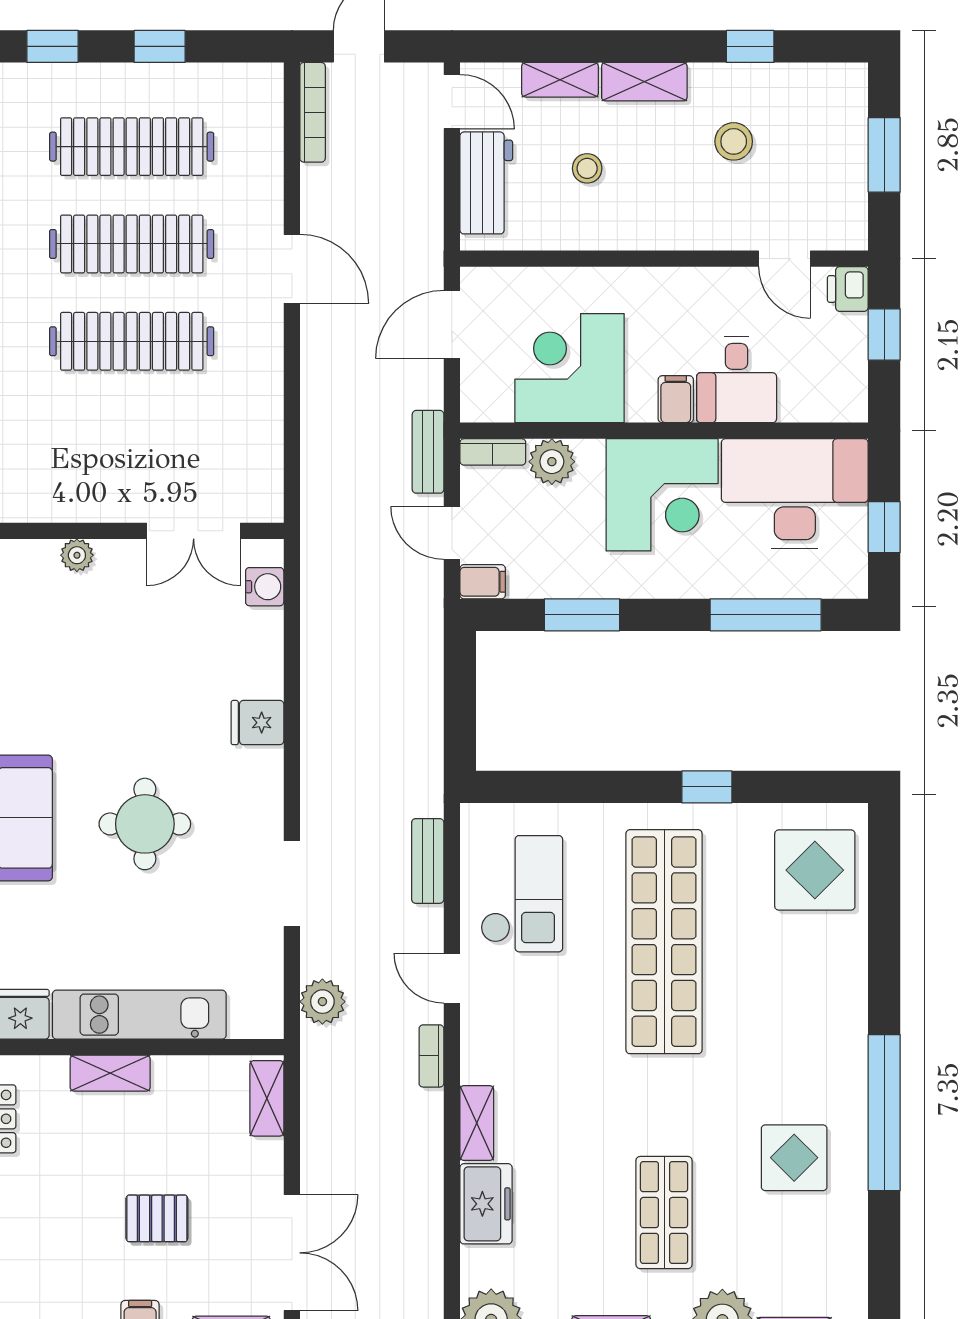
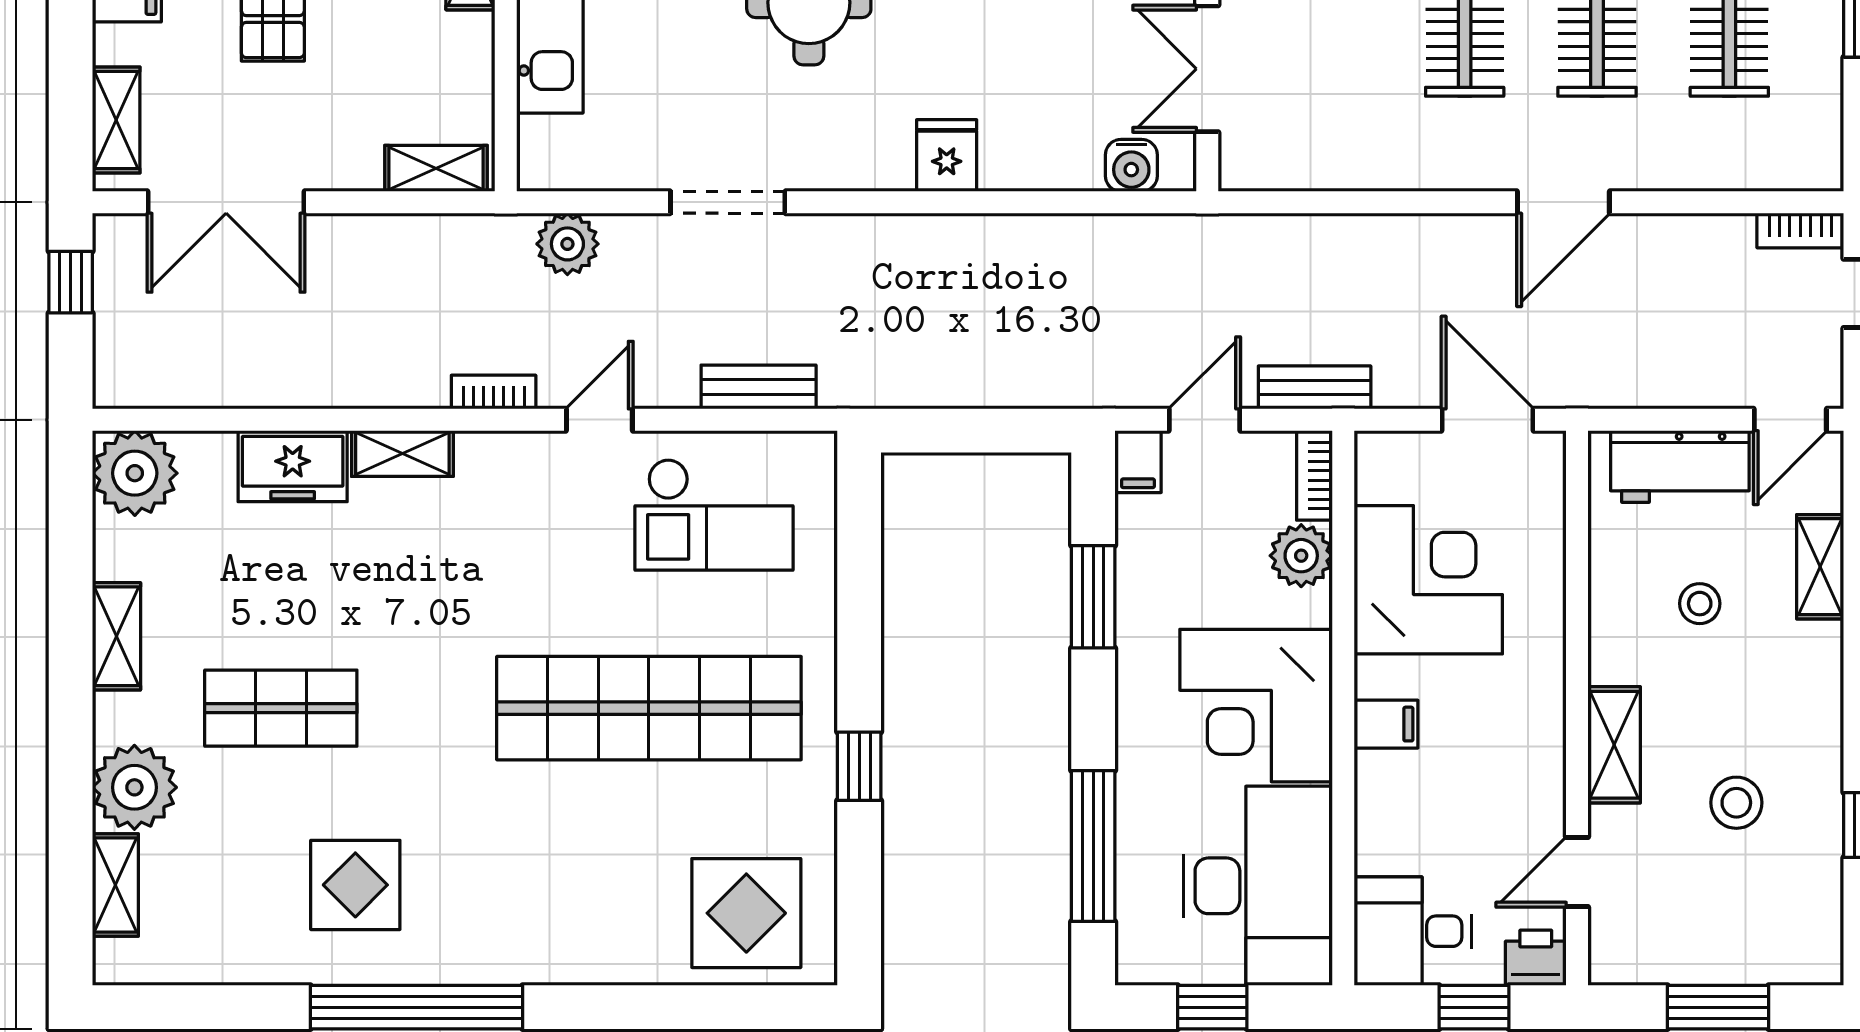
shelving: (644, 82) -> (1614, 745), moved
bookcase: (313, 112) -> (1800, 230), width x0.64
desk: (737, 380) -> (1413, 931), moved

